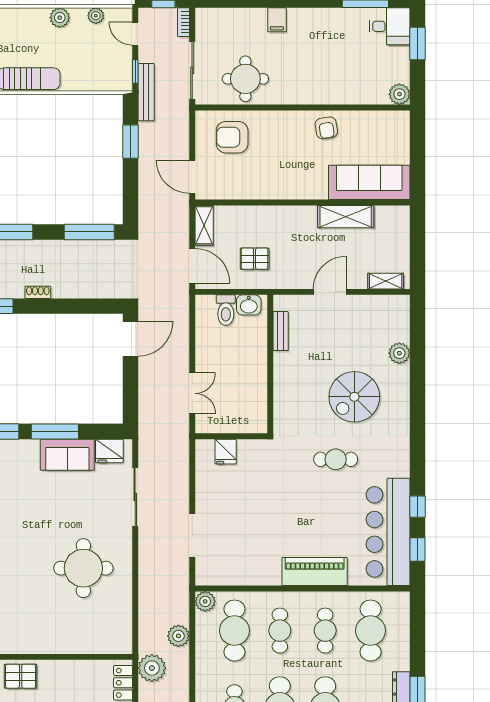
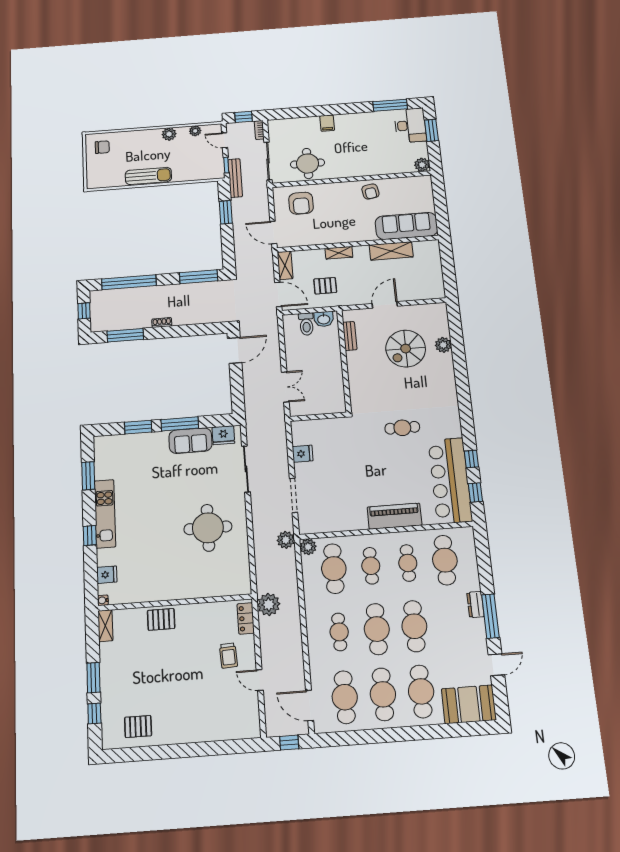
desk: (390, 26) -> (410, 125), width x1.37
armchair: (232, 137) -> (301, 203), turned -90
shelving: (386, 281) -> (339, 253), moved
spiral stairs: (354, 397) -> (406, 349), moved
fridge: (226, 452) -> (303, 454), moved, turned -90
plant: (178, 636) -> (286, 540), moved

